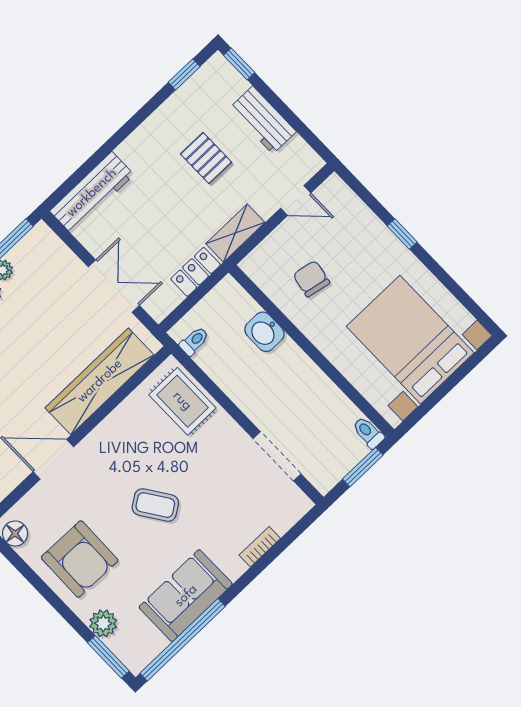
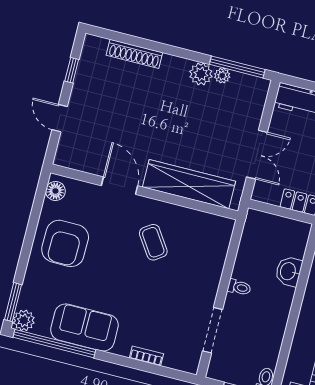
toilet: (194, 341) -> (239, 287), moved
rug: (182, 401) -> (210, 246), removed
coffee table: (155, 505) -> (153, 242), moved
plant: (103, 623) -> (24, 320), moved

